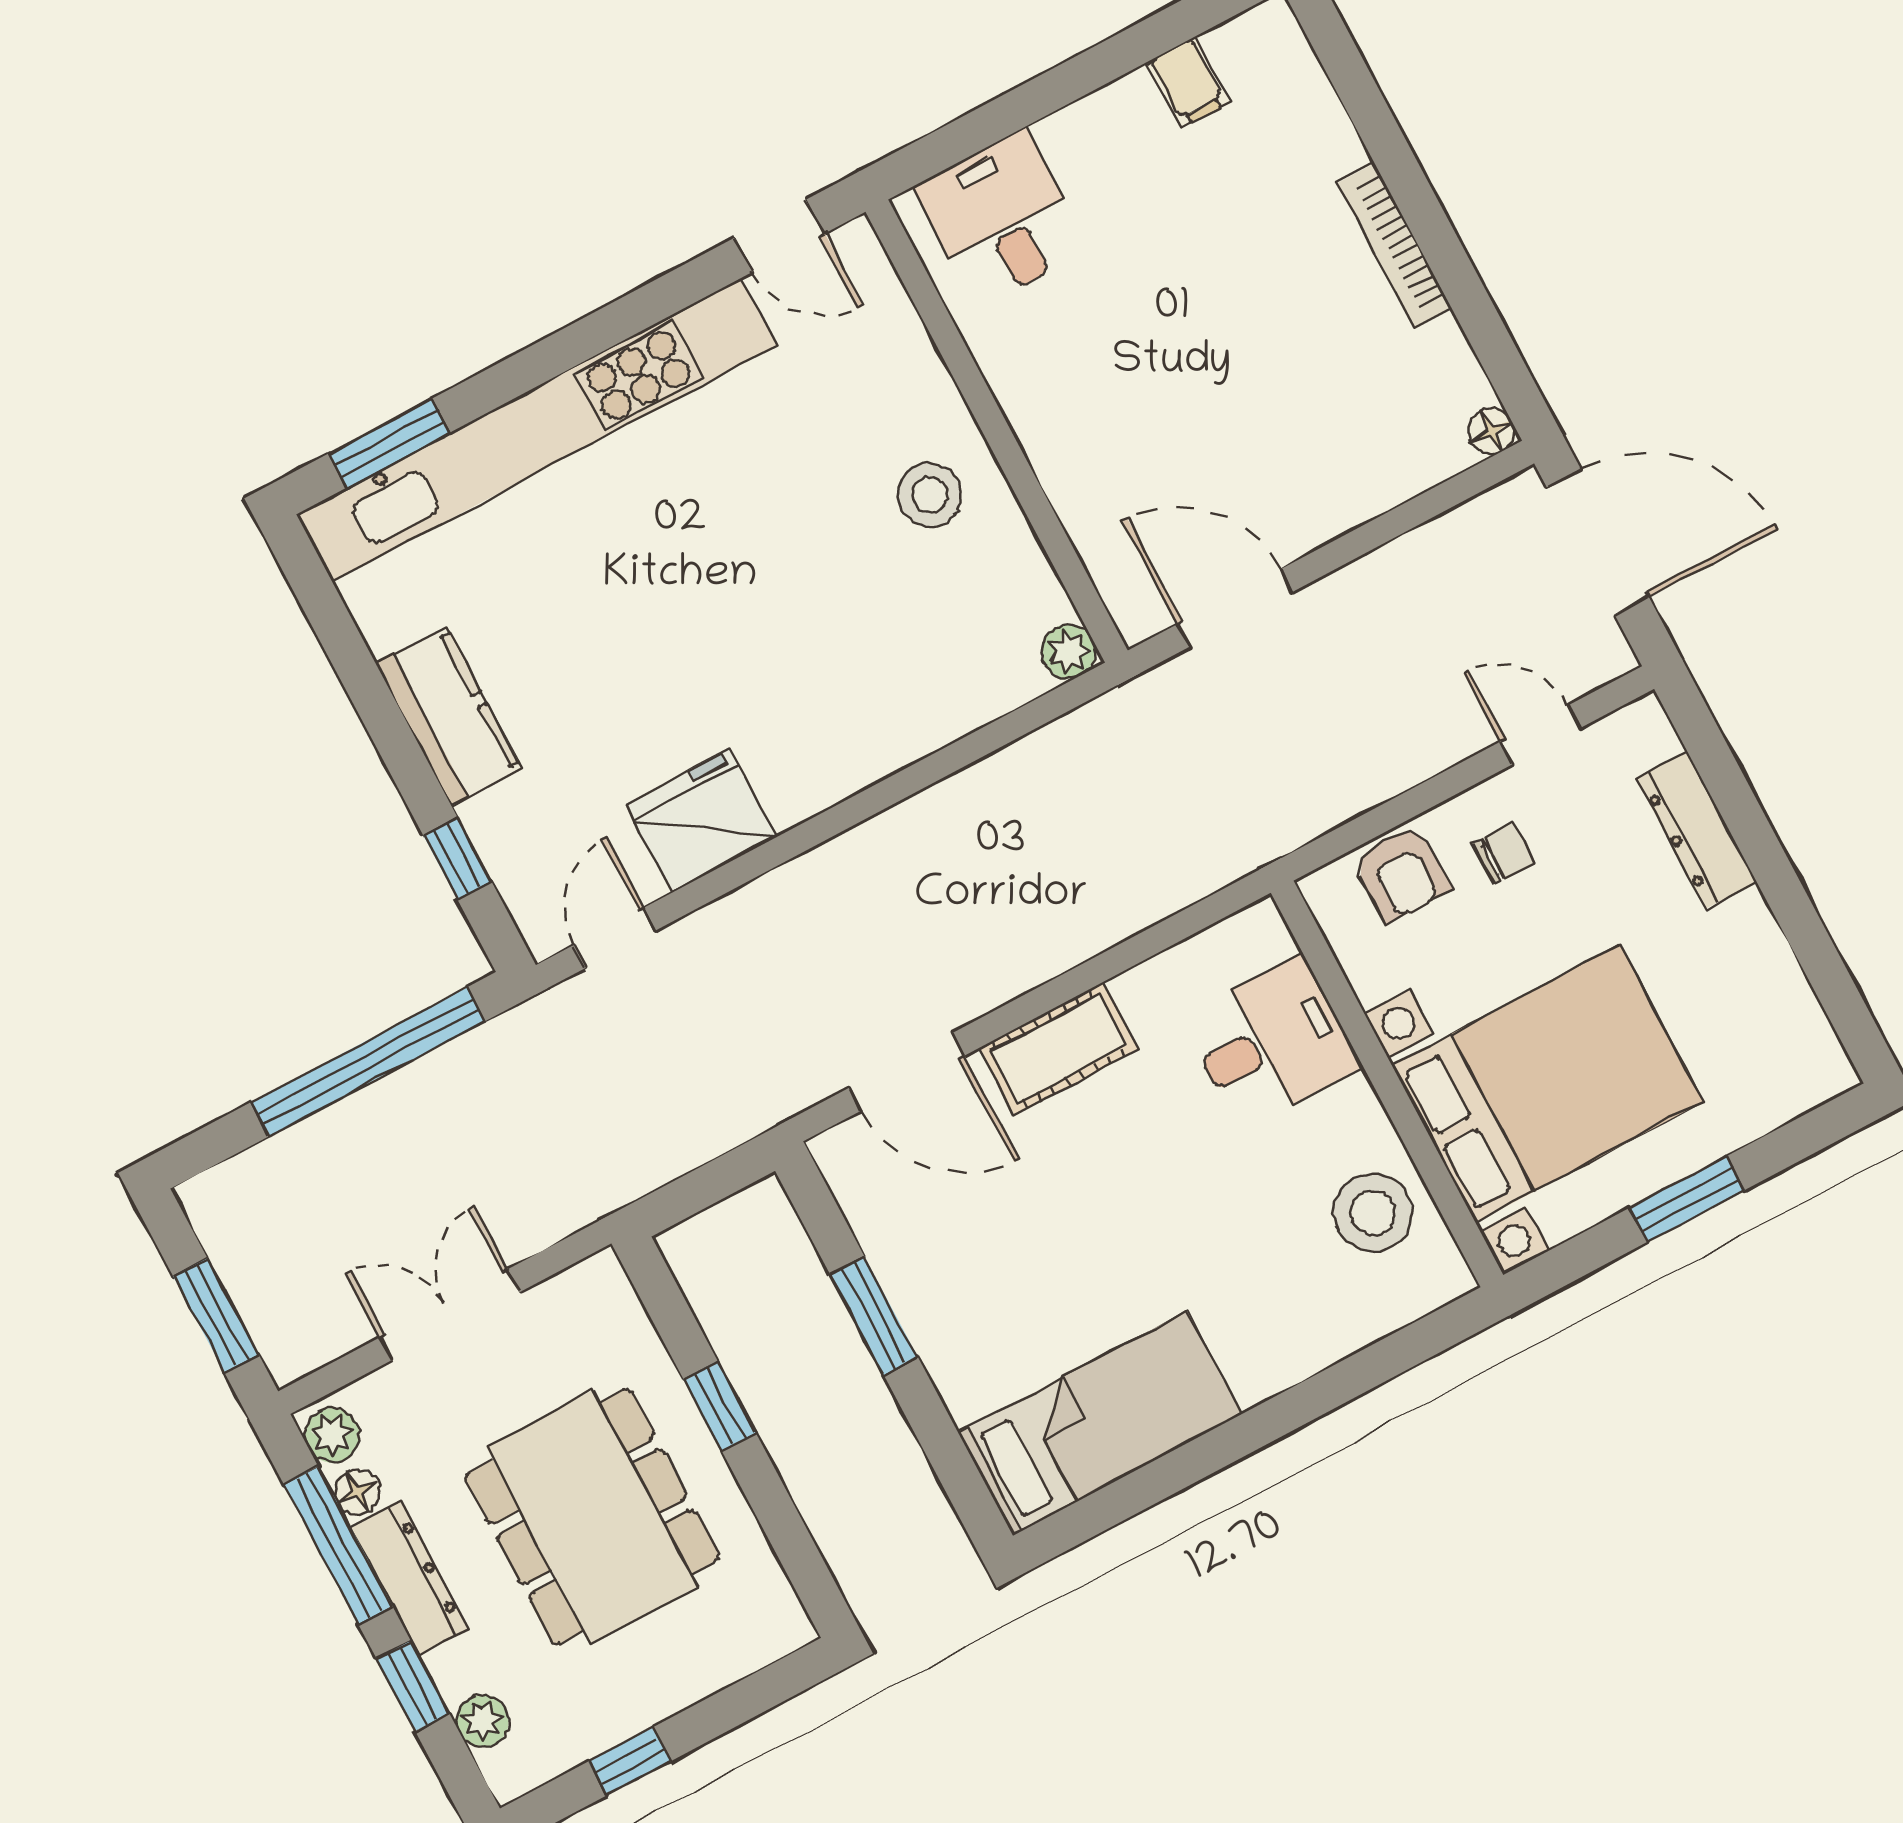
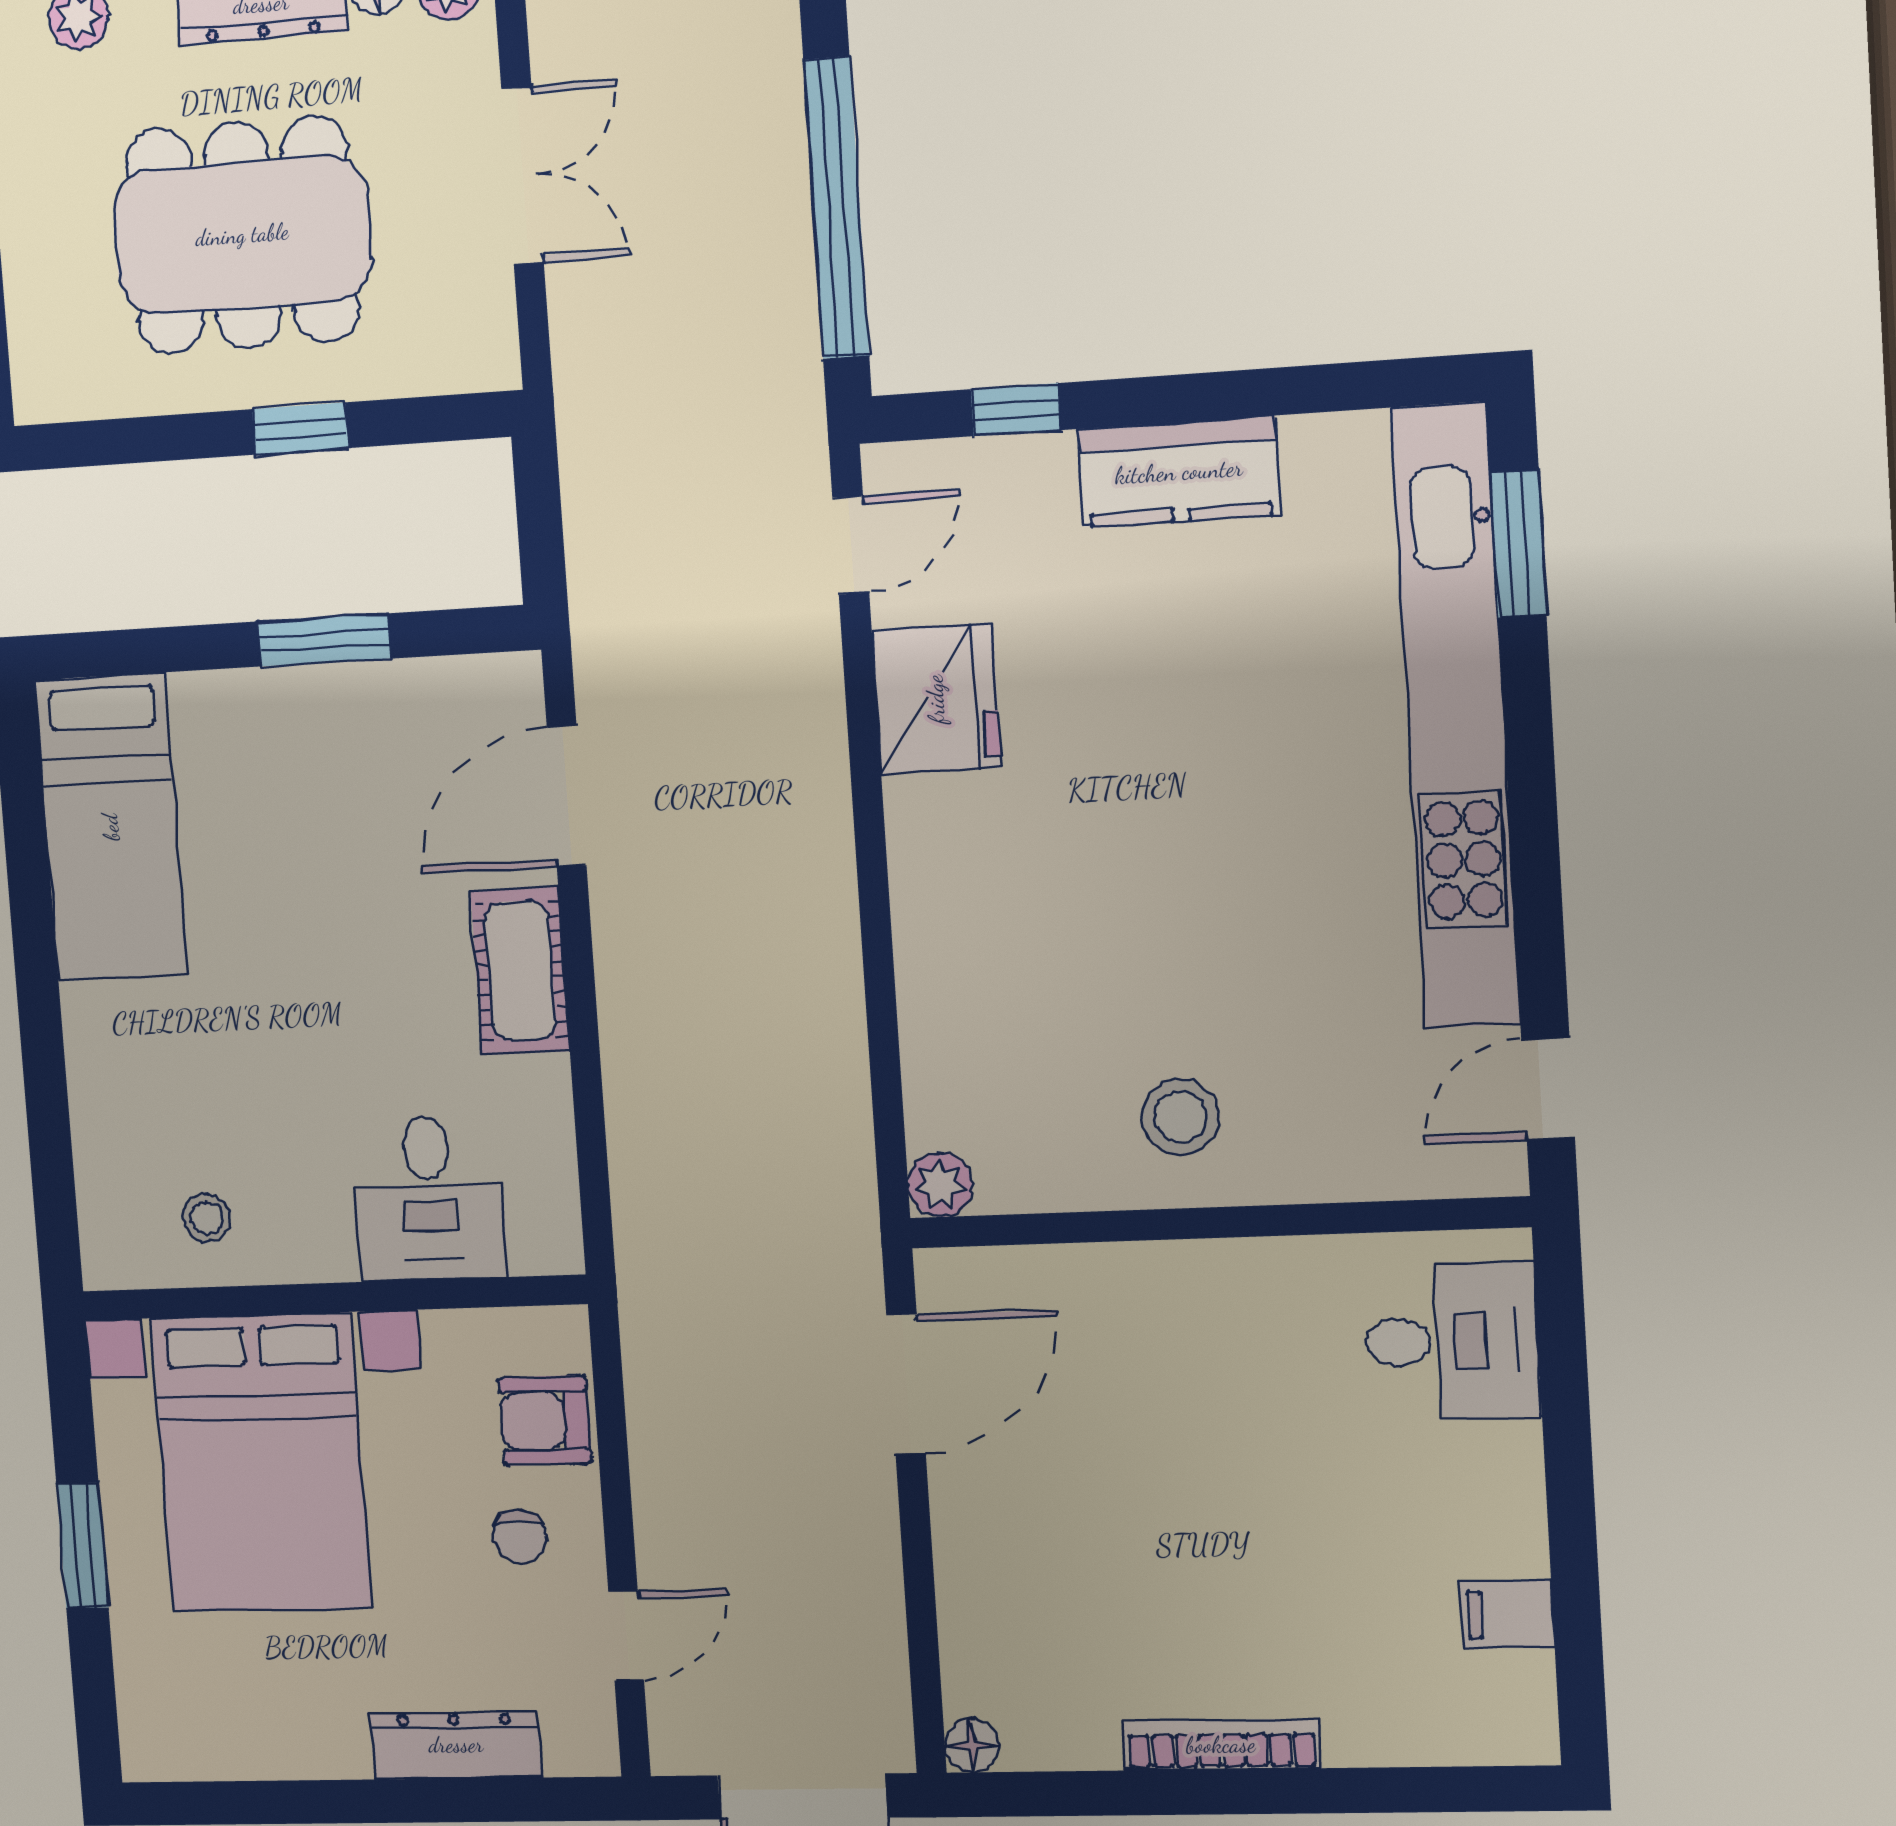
door: (615, 938) -> (851, 545), hinge flipped
stool: (1373, 1213) -> (207, 1218), width x0.53, depth x0.53

